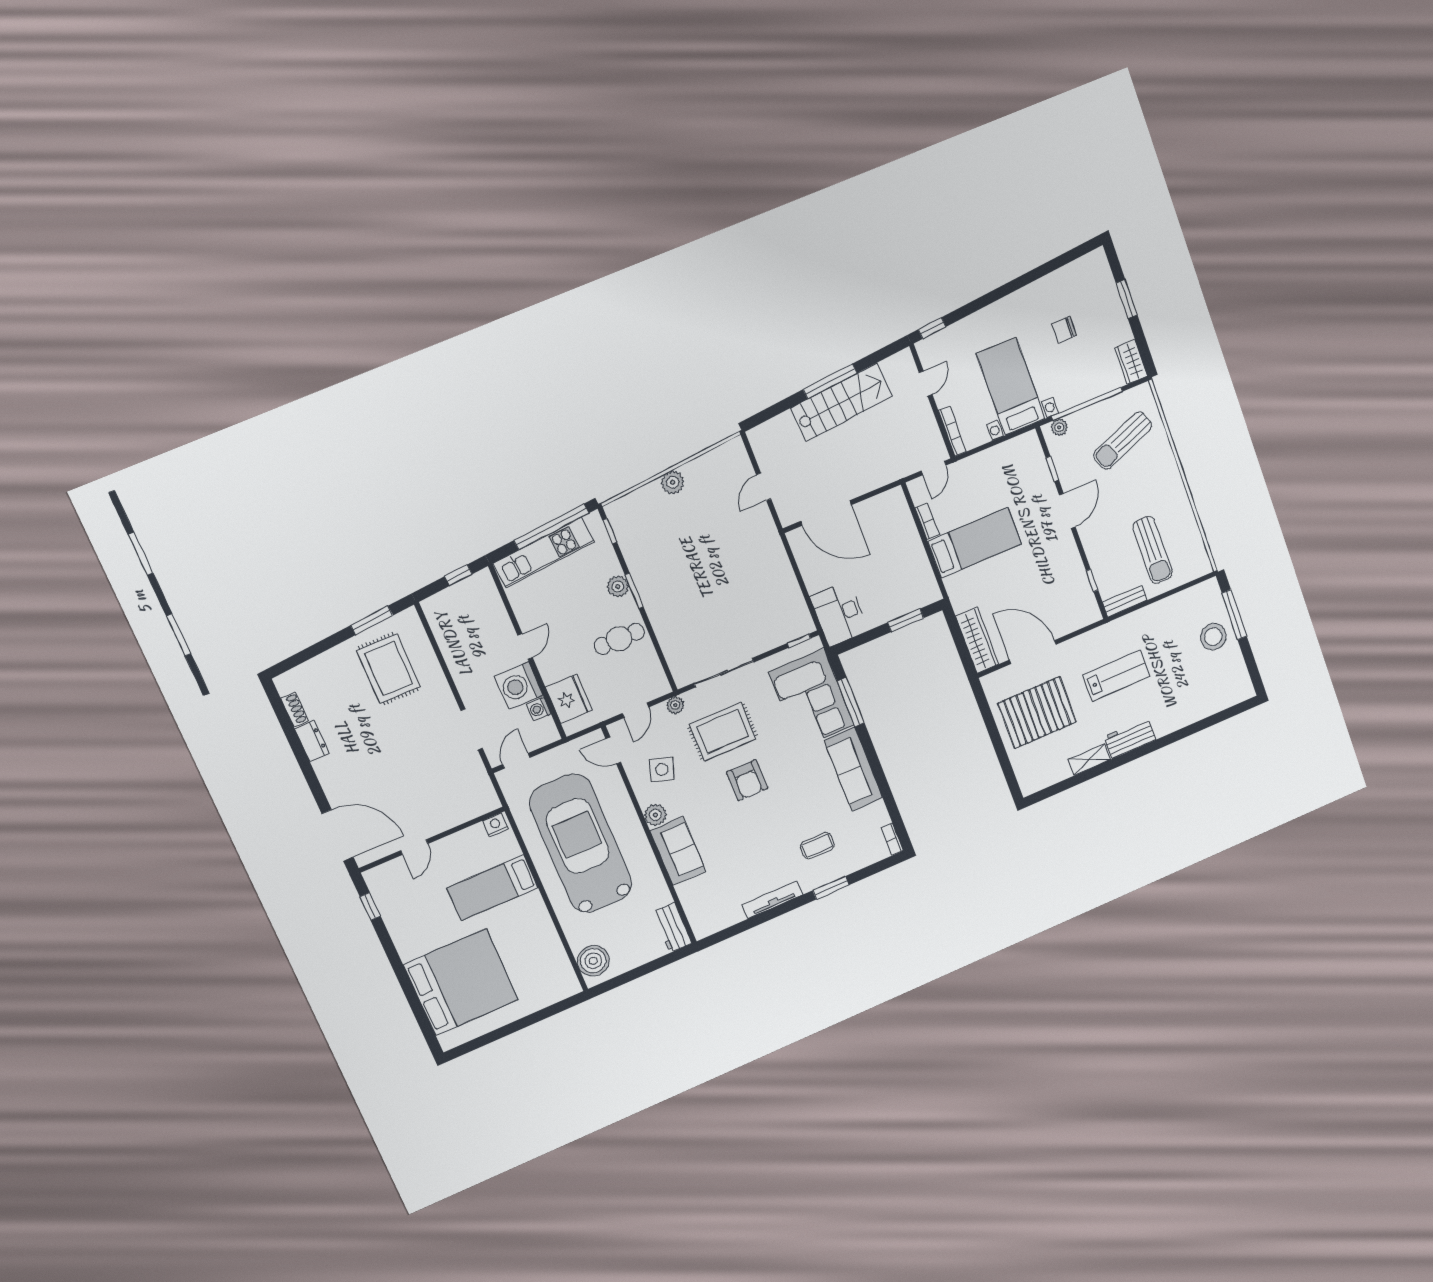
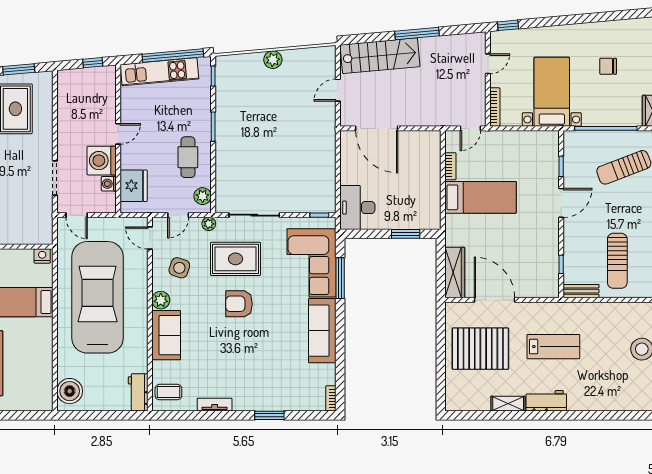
stairs: (842, 402) -> (380, 56), moved
plant: (1059, 427) -> (578, 137), removed
plant: (618, 587) -> (203, 196), moved
cafe table: (619, 639) -> (188, 157), turned 90
door: (516, 761) -> (77, 215), swing flipped
armchair: (747, 780) -> (239, 304), turned 90
coffee table: (817, 846) -> (168, 392), moved
tv unit: (773, 900) -> (215, 405), width x0.71

